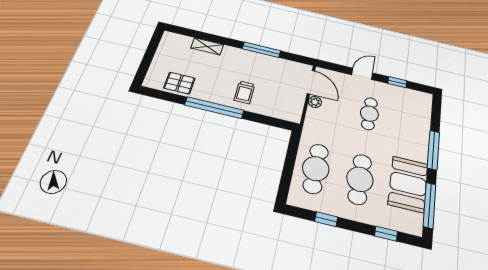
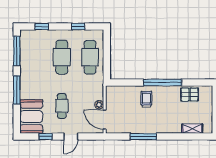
shelving: (207, 46) -> (192, 129), moved
booth: (408, 184) -> (31, 116), moved

